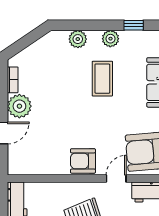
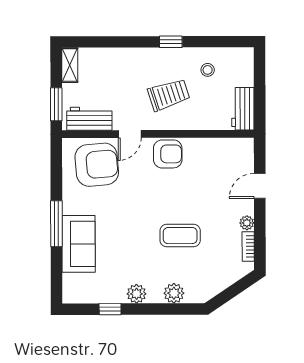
coffee table: (102, 79) -> (180, 236), moved, turned 90
plant: (19, 106) -> (247, 223), width x0.53, depth x0.53

